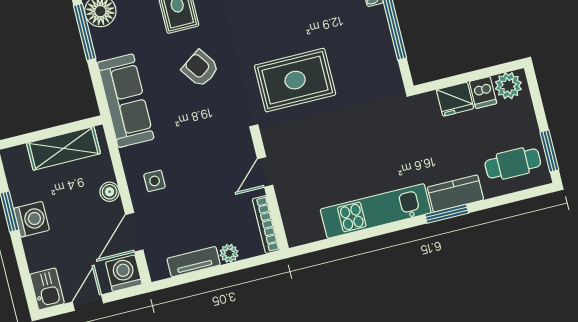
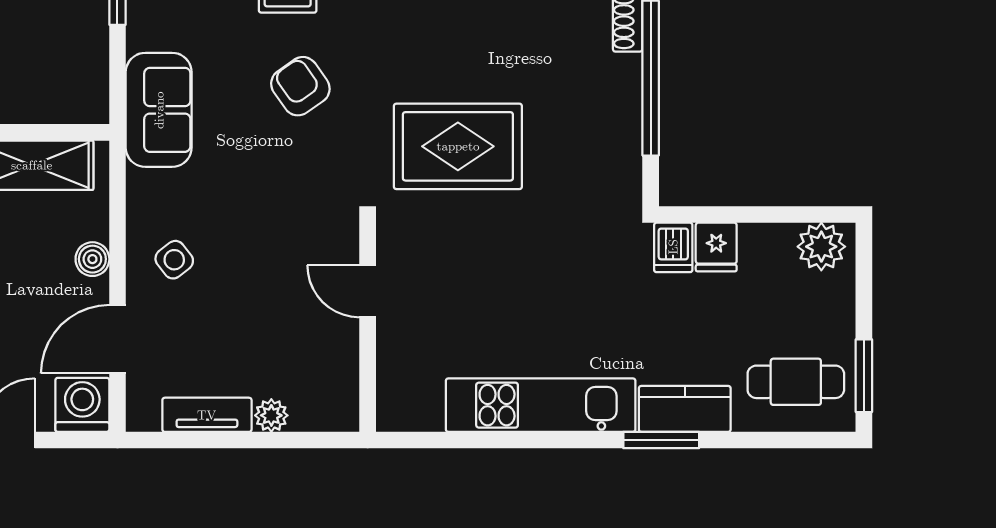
dishwasher: (483, 92) -> (673, 247), moved
fridge: (455, 99) -> (716, 247), width x0.72
sofa: (126, 101) -> (159, 110), width x0.73
door: (265, 172) -> (368, 291), hinge flipped
side table: (155, 181) -> (174, 260), turned -38
bookcase: (266, 225) -> (347, 382), removed

